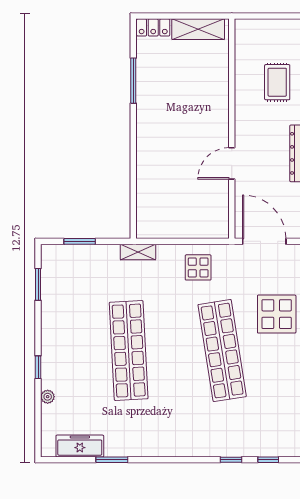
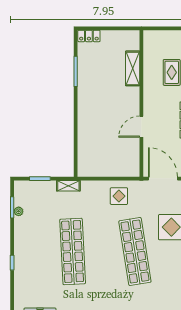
shelving: (198, 29) -> (133, 68), moved, turned 90
shelving: (138, 252) -> (68, 186), moved
plant: (48, 397) -> (19, 211), moved

